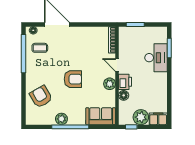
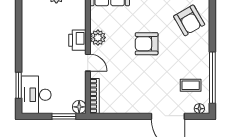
desk: (156, 58) -> (36, 95), moved
floor lamp: (124, 95) -> (79, 107), moved

